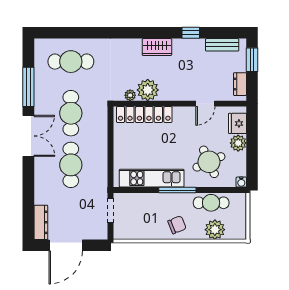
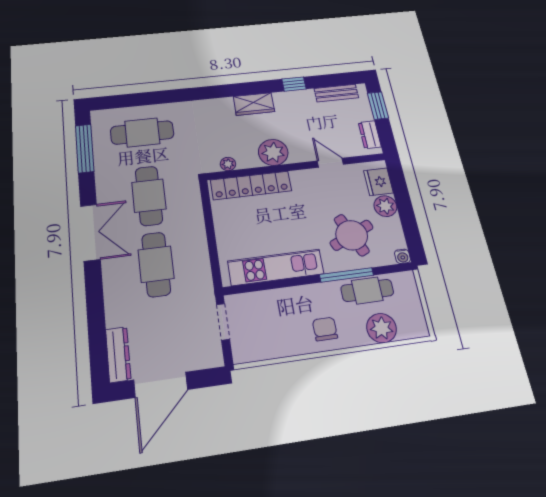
window: (28, 87) -> (85, 148), moved
plant: (148, 90) -> (273, 152), moved
door: (205, 104) -> (330, 163), swing flipped
window: (177, 190) -> (346, 275), moved
chair: (177, 225) -> (325, 329), turned -68

